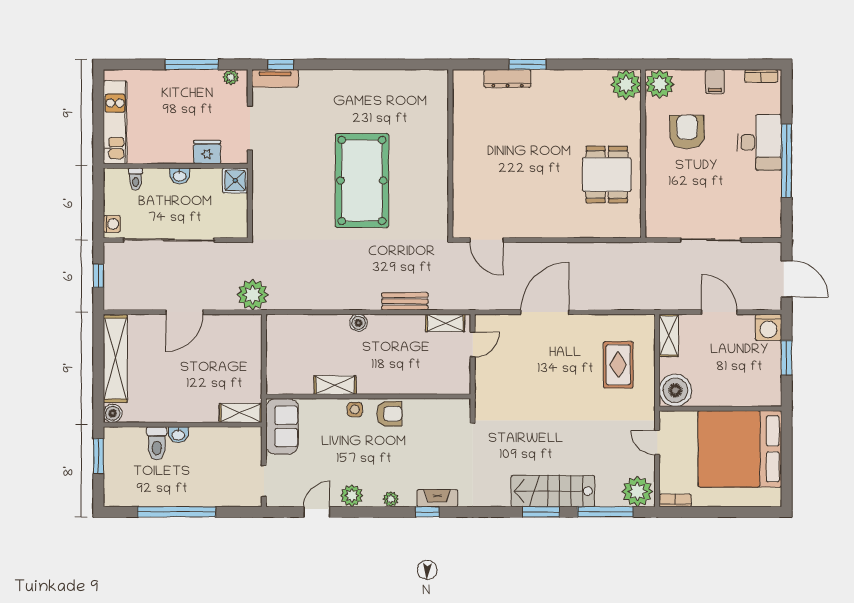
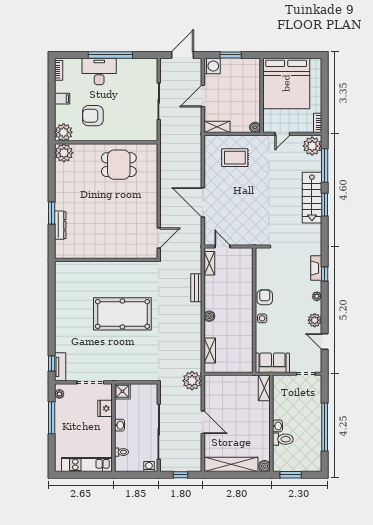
shelving: (335, 385) -> (210, 350), moved
boiler: (675, 390) -> (255, 127), width x0.54, depth x0.54

